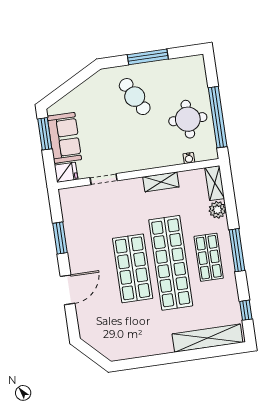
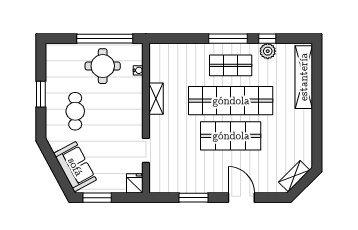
window: (148, 57) -> (41, 94), width x0.69
cafe table: (135, 97) -> (75, 111), turned -62
sofa: (64, 138) -> (75, 167), moved, turned 62
shelving: (215, 183) -> (294, 176), moved, turned -45
plant: (217, 210) -> (268, 51), moved
window: (246, 310) -> (267, 39), moved

